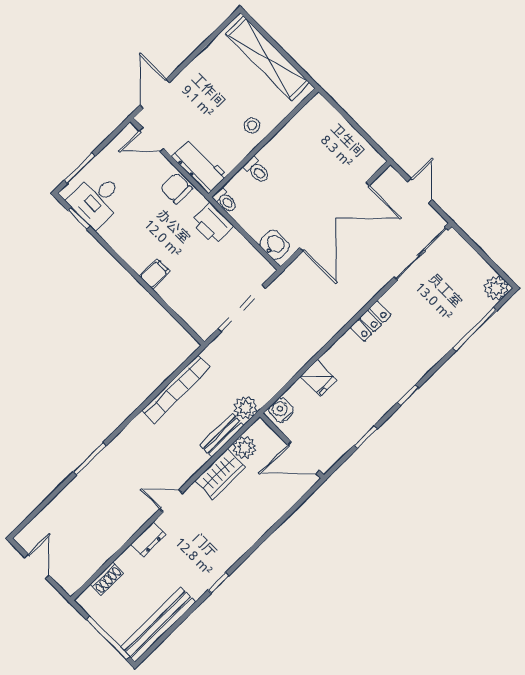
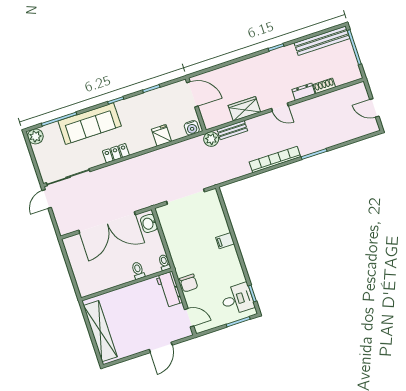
door: (155, 94) -> (161, 347), moved
stool: (252, 125) -> (128, 297), removed
door: (420, 191) -> (47, 199), moved
double door: (334, 217) -> (107, 223), swing flipped
printer: (212, 224) -> (179, 253), removed
sofa: (429, 344) -> (90, 124), added
bookcase: (176, 389) -> (275, 159), moved
plant: (244, 448) -> (223, 117), removed
door: (37, 566) -> (374, 108), hinge flipped
shoe rack: (107, 579) -> (324, 86), moved

